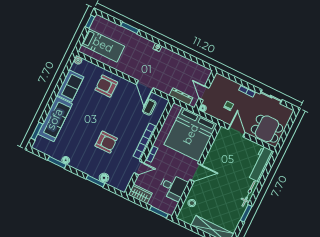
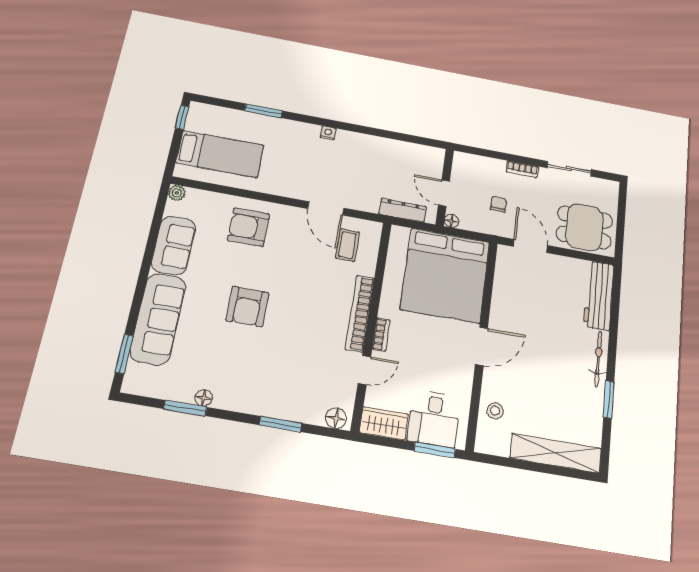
armchair: (106, 142) -> (247, 307), moved, turned 90
floor lamp: (104, 178) -> (336, 418), moved
desk: (173, 187) -> (434, 419), moved, turned 90

